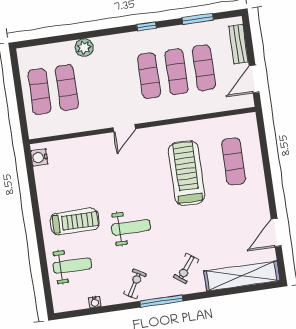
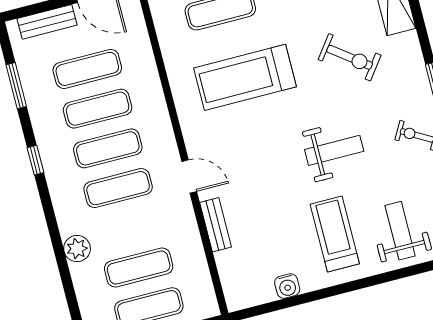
exercise mat: (122, 80) -> (118, 188), added
bench: (90, 142) -> (216, 225), added
water cooler: (39, 157) -> (287, 286), moved
weight bench: (131, 227) -> (334, 150), turned 90
exercise bike: (186, 269) -> (350, 57), moved, width x1.38, depth x1.39

